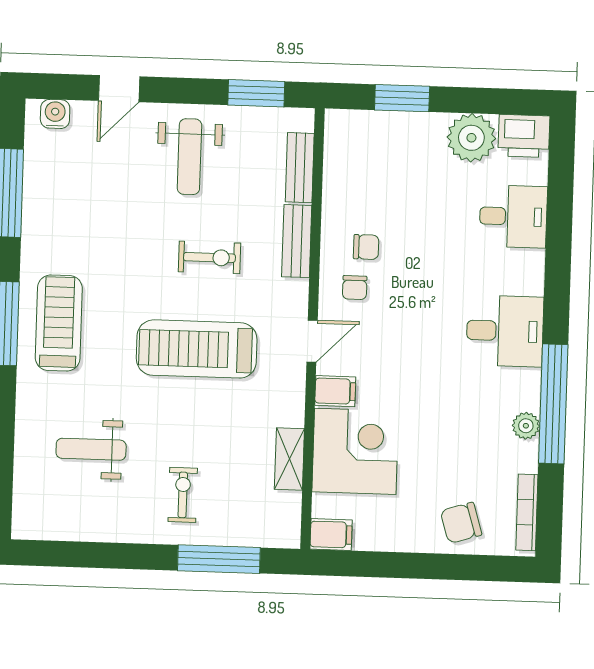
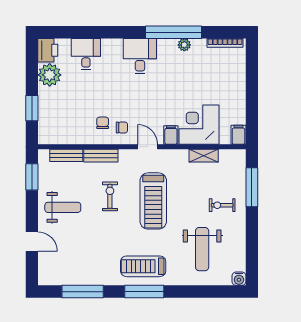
water cooler: (55, 114) -> (239, 279), moved, turned -90
weight bench: (91, 449) -> (202, 249), width x1.36, depth x1.33
chair: (461, 523) -> (231, 74), removed

